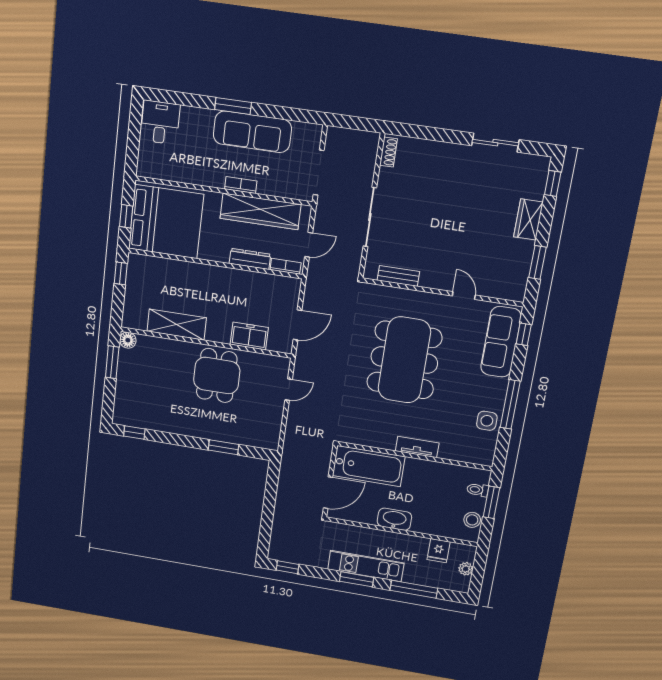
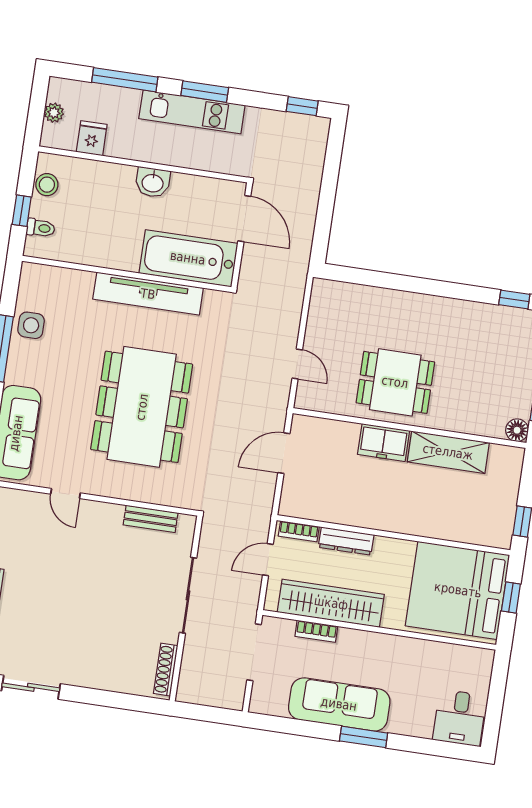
shoe rack: (389, 152) -> (166, 670), width x1.43
bookcase: (241, 185) -> (316, 631), moved
freezer: (249, 336) -> (384, 443), moved
dining table: (217, 376) -> (395, 382), turned 90
door: (289, 390) -> (297, 364), swing flipped
window: (224, 447) -> (389, 281), removed
tv unit: (417, 447) -> (148, 294), width x1.92, depth x1.29
door: (328, 493) -> (244, 219), swing flipped
window: (491, 502) -> (22, 211), width x0.67
washbasin: (394, 519) -> (153, 182), width x0.72

